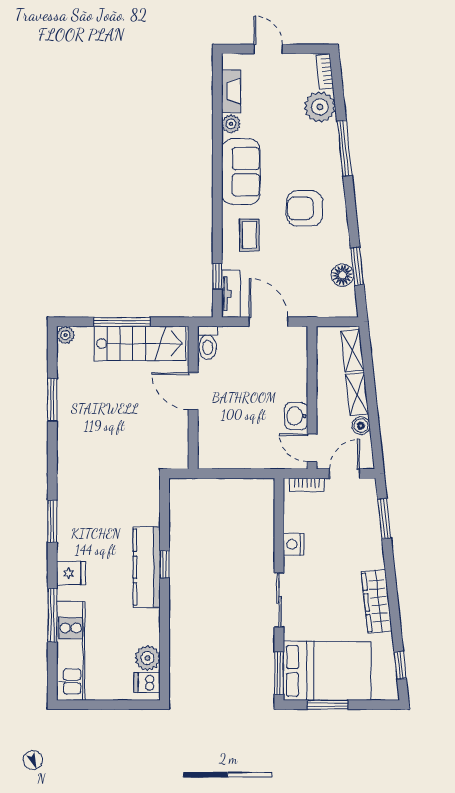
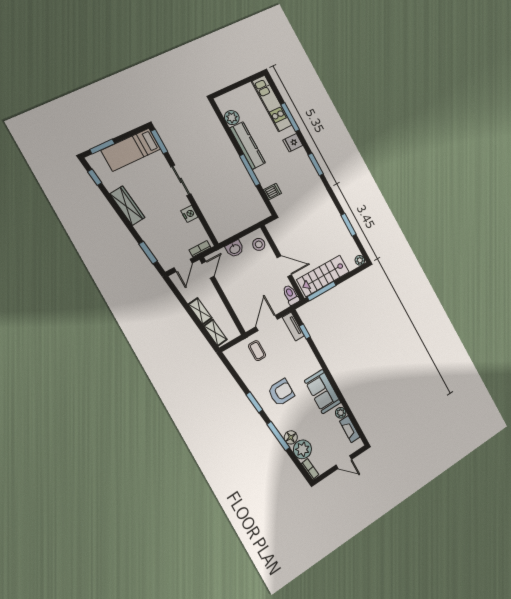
coffee table: (249, 235) -> (257, 351), moved
window: (357, 266) -> (254, 402), moved
floor lamp: (342, 275) -> (291, 437), moved
window: (122, 322) -> (322, 291), moved
door: (268, 322) -> (267, 323), swing flipped
washbasin: (296, 416) -> (235, 249), moved, turned 90
boiler: (361, 426) -> (189, 296), removed
stool: (214, 445) -> (259, 244), added
door: (312, 448) -> (208, 270), hinge flipped
window: (165, 564) -> (250, 170), width x2.17
kitchen counter: (147, 567) -> (248, 146), moved
bed: (327, 671) -> (131, 150), width x0.67
dishwasher: (147, 683) -> (272, 192), moved
window: (328, 705) -> (102, 146), moved

